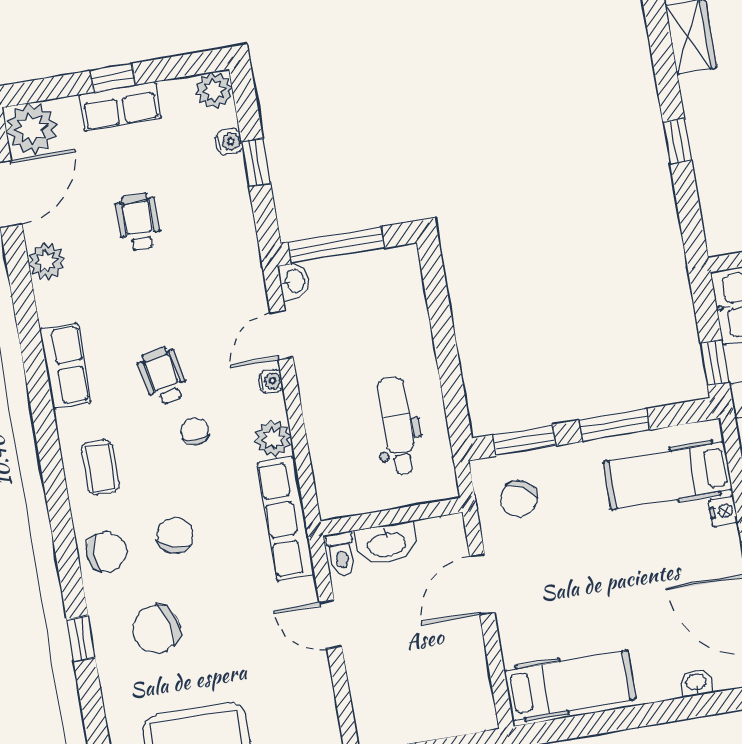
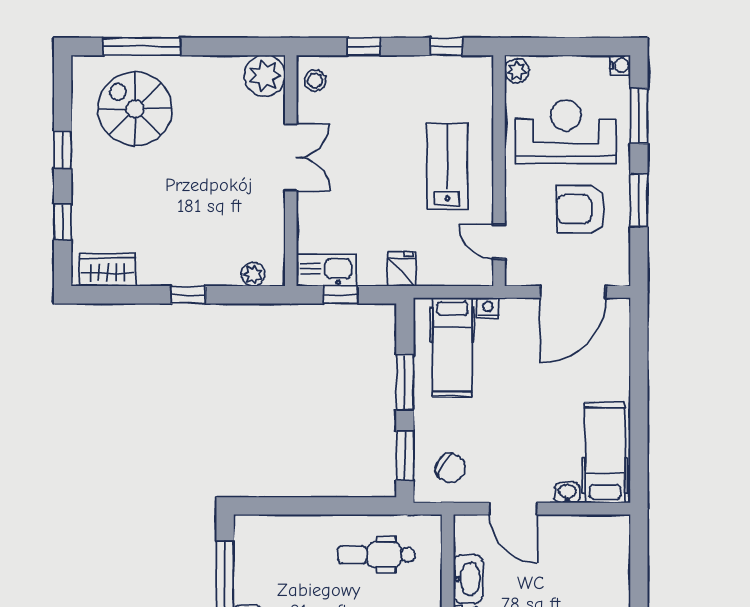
plant: (715, 216) -> (253, 275), added
window: (715, 363) -> (340, 295), moved
washbasin: (696, 683) -> (567, 493), moved, turned 90

